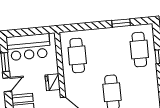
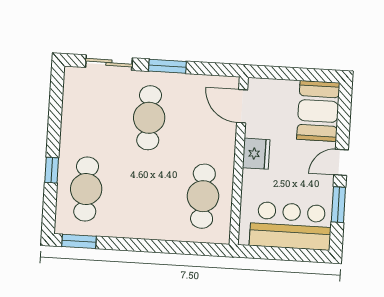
window: (121, 23) -> (79, 241), moved

